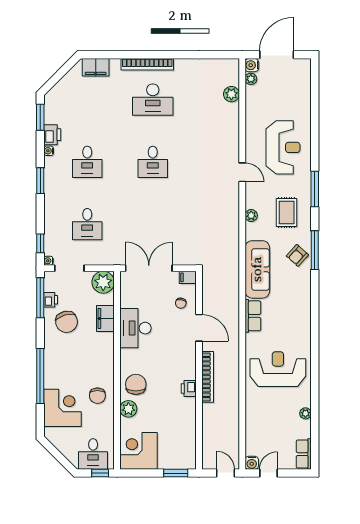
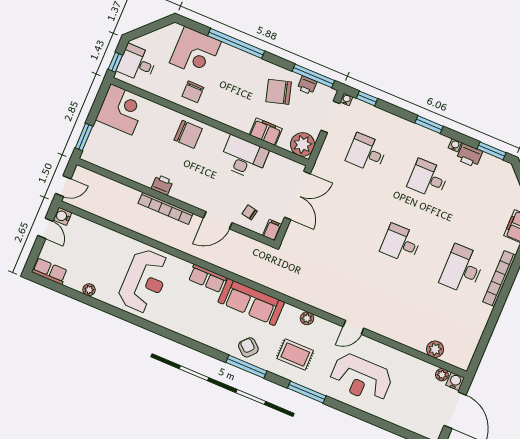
chair: (97, 396) -> (193, 92), turned -90
plant: (128, 409) -> (167, 117), removed

